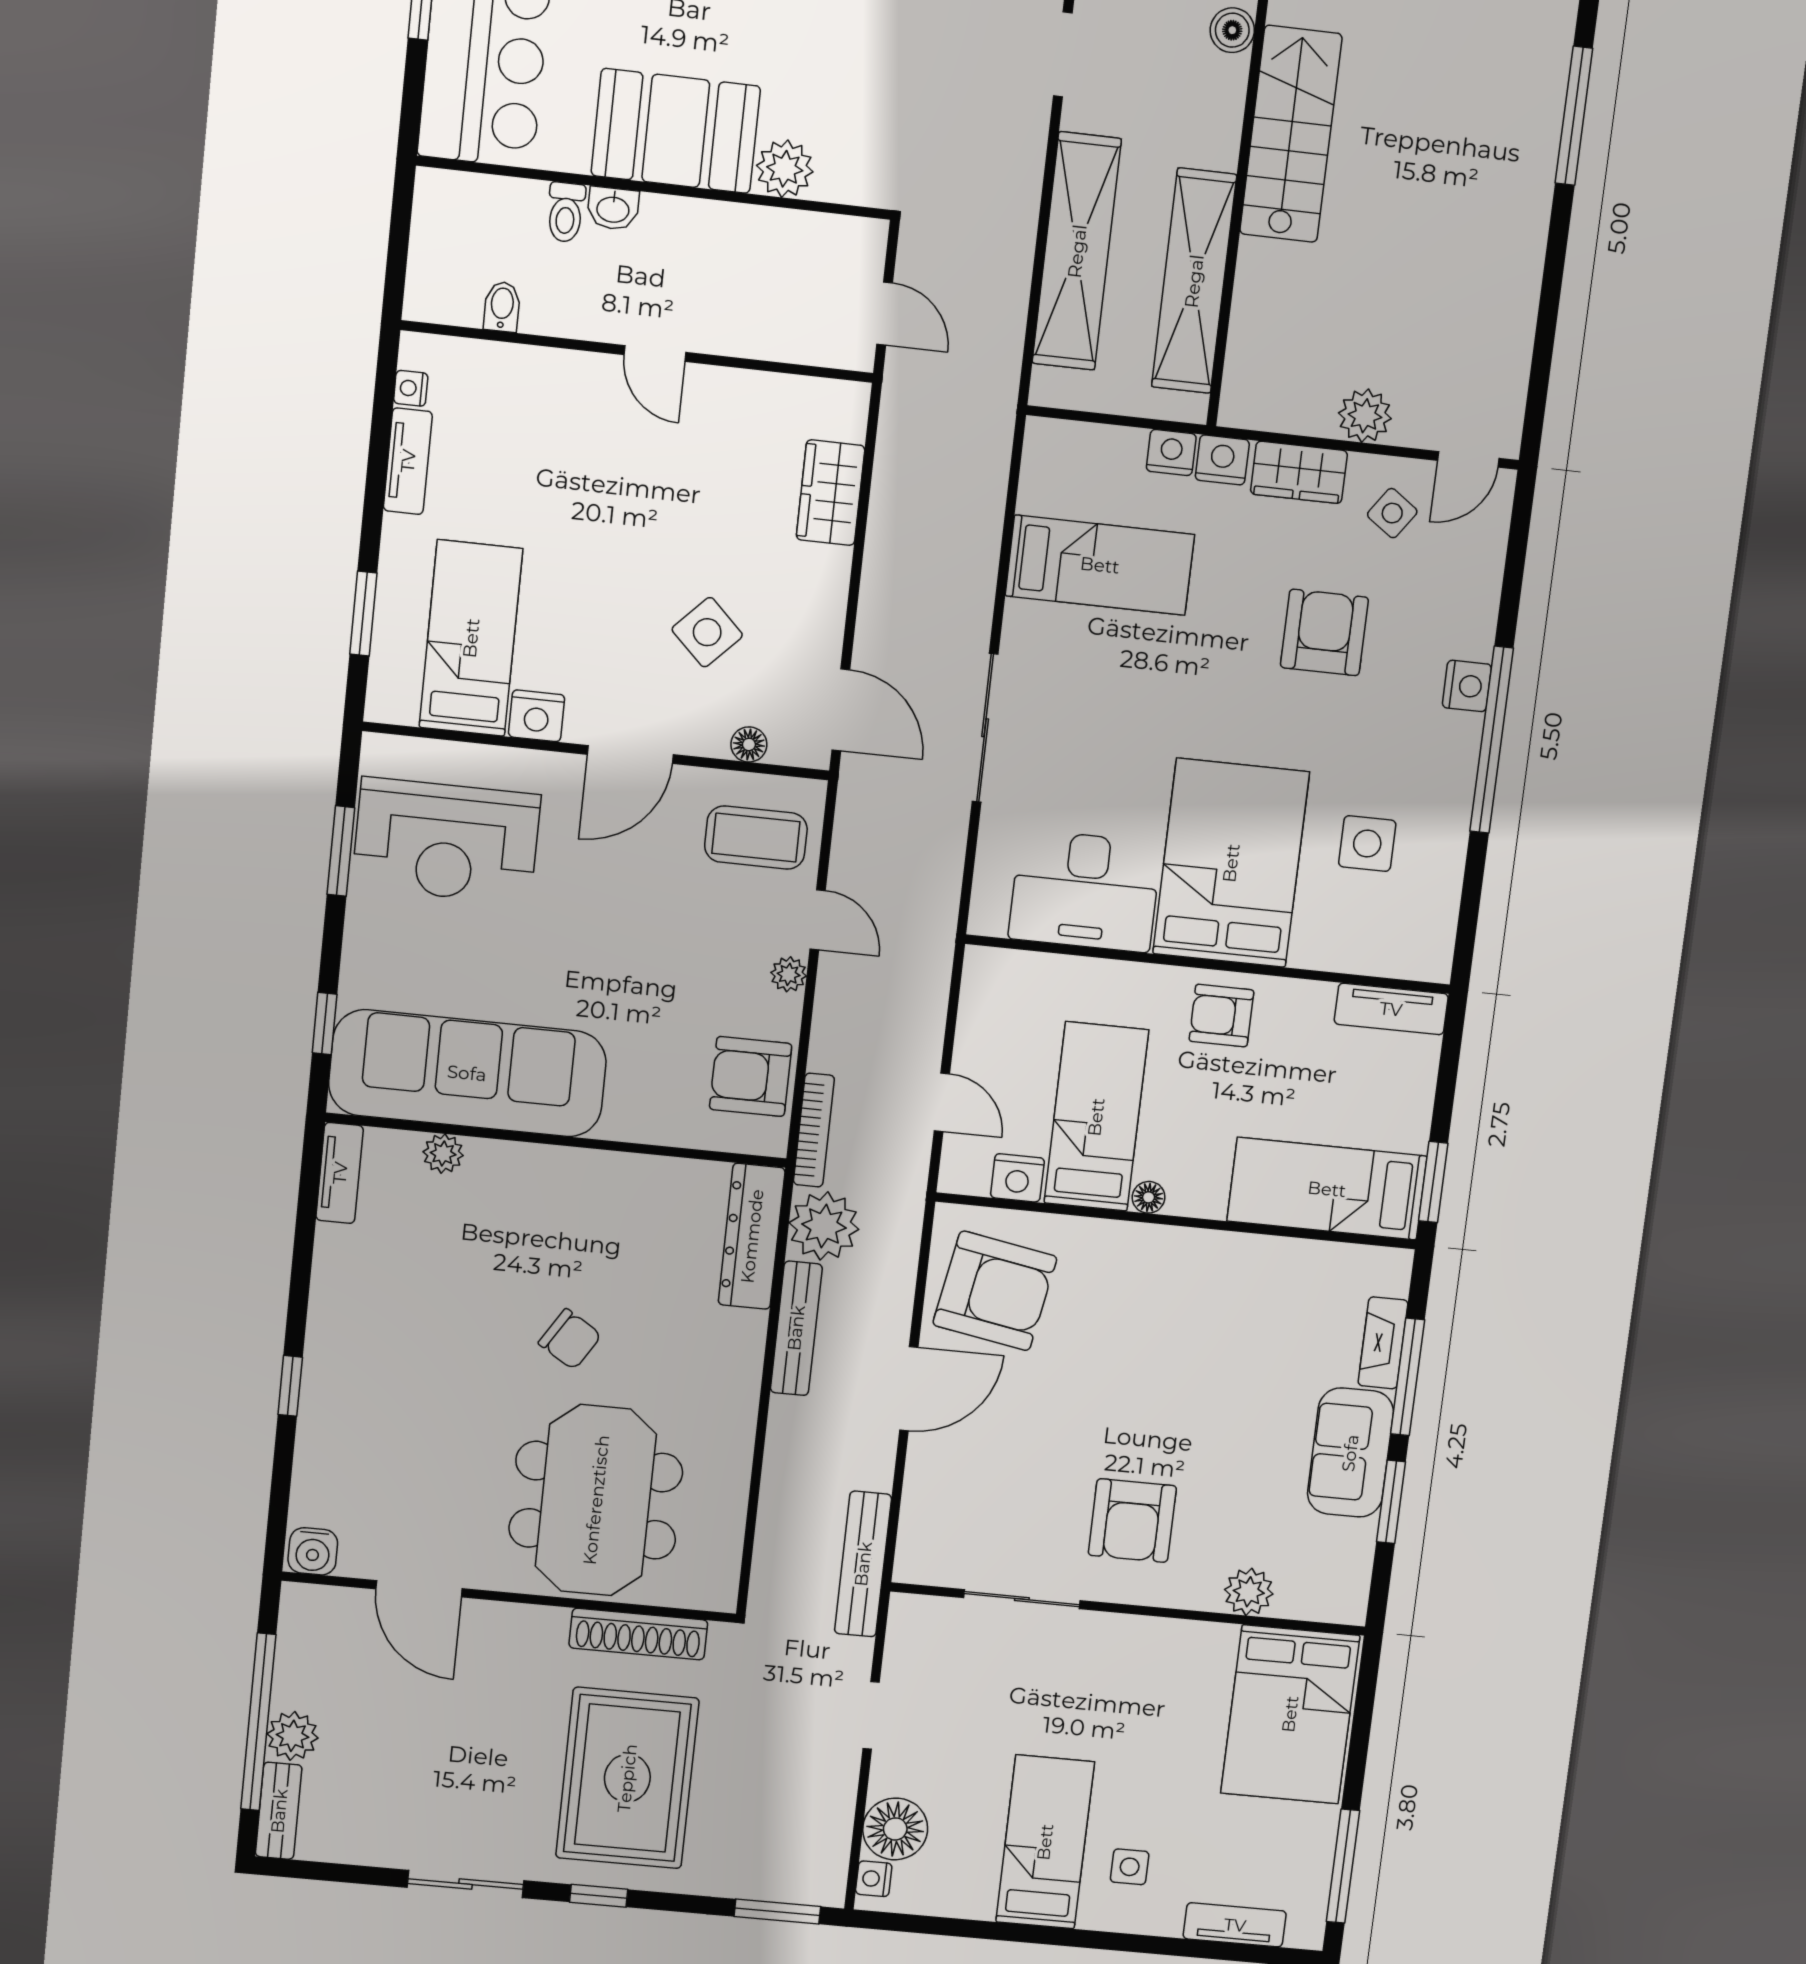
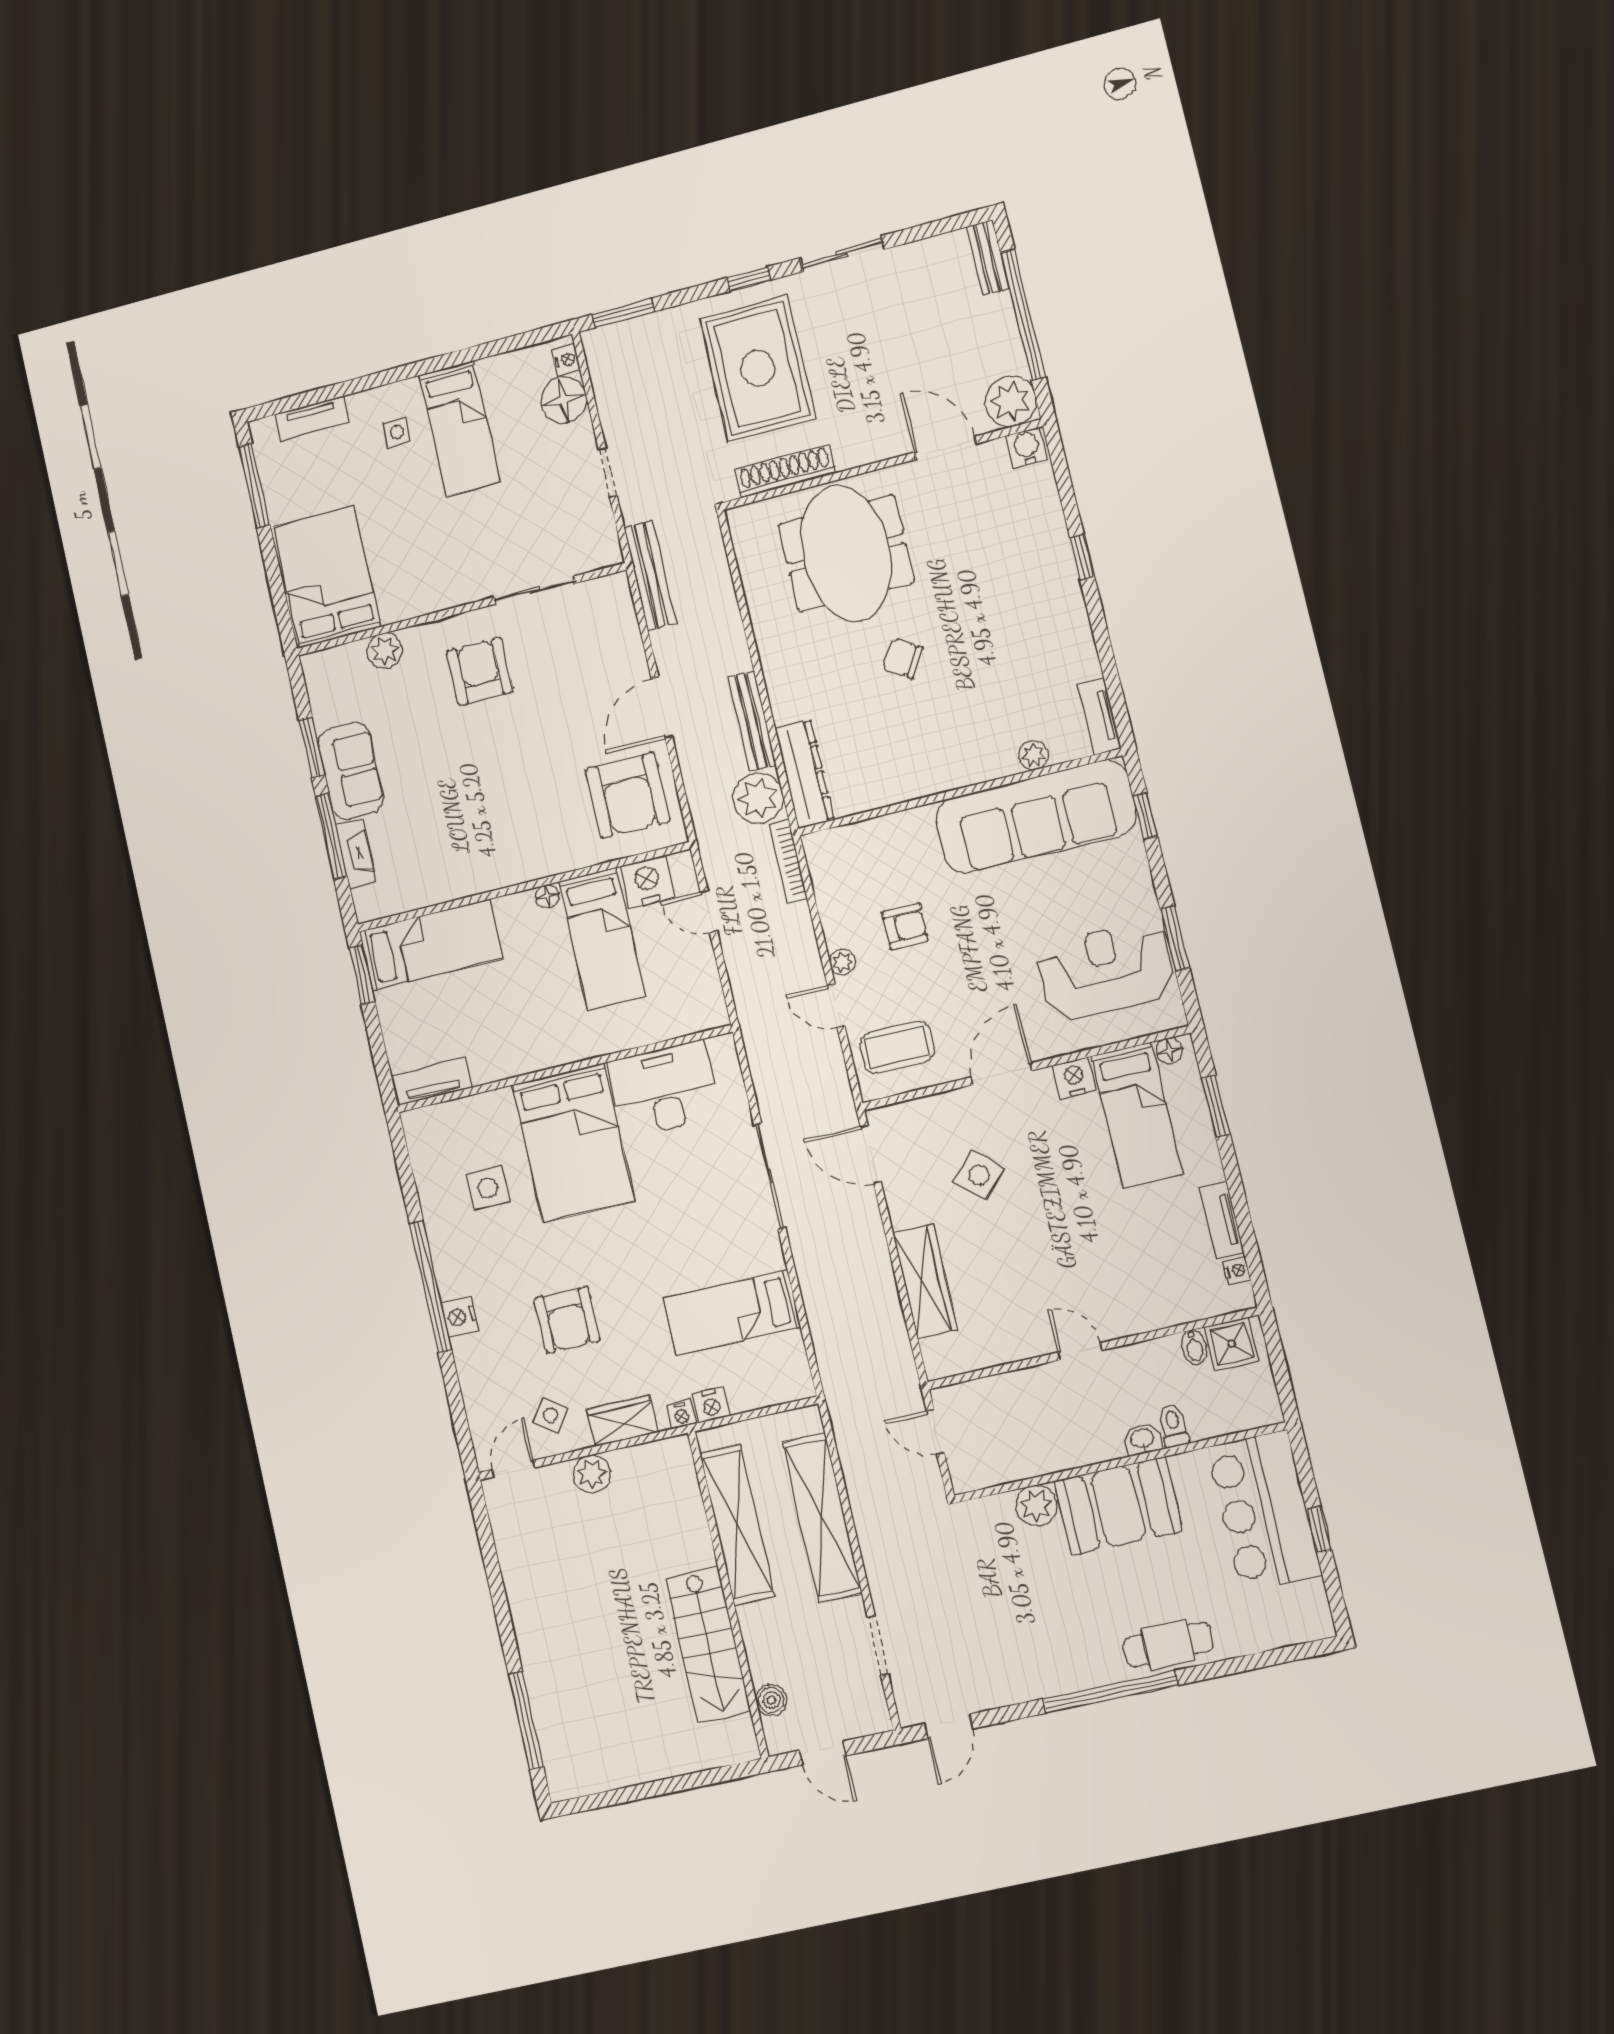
shower: (451, 294) -> (1232, 1344), added
nightstand: (1222, 460) -> (681, 1415), width x0.72, depth x0.74
wardrobe: (831, 493) -> (925, 1281), width x1.50
floor lamp: (749, 744) -> (1169, 1051), moved
armchair: (1221, 1016) -> (543, 1037), removed
armchair: (751, 1076) -> (905, 927), moved, width x0.72, depth x0.72
nightstand: (1017, 1178) -> (647, 882), width x1.36, depth x1.33
armchair: (995, 1291) -> (628, 795), turned -100
plant: (292, 1736) -> (1011, 401), moved, width x1.36, depth x1.36

